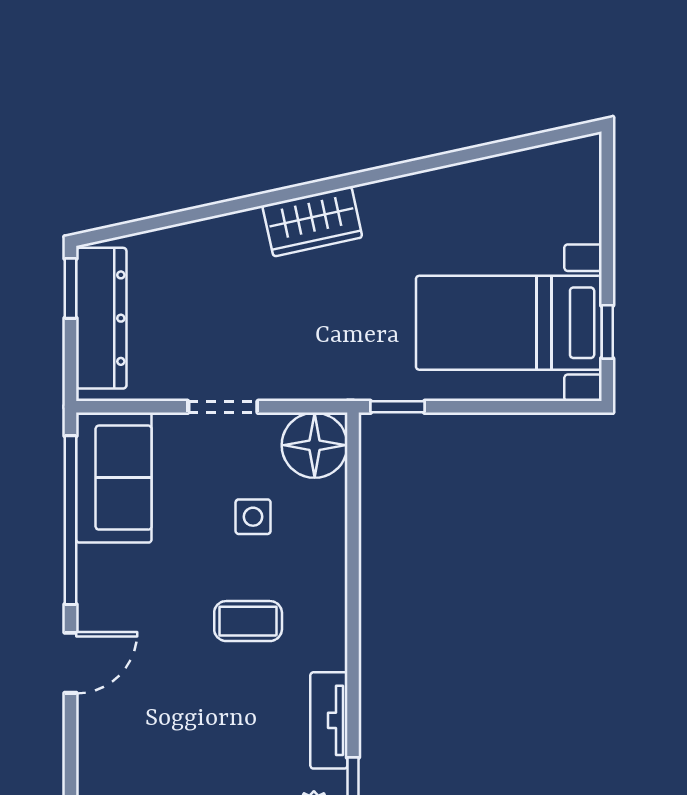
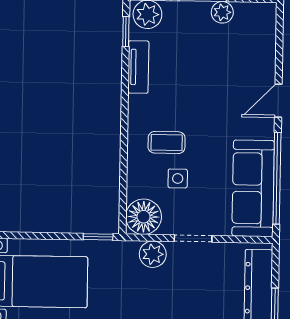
plant: (296, 377) -> (153, 254), added
sofa: (114, 478) -> (253, 188), width x1.36
coffee table: (248, 621) -> (167, 142), moved

